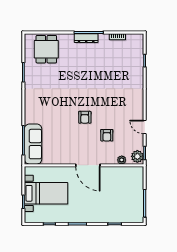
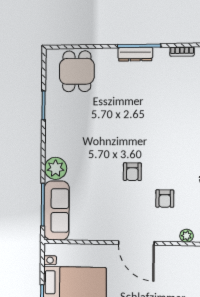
plant: (32, 115) -> (56, 168), added

